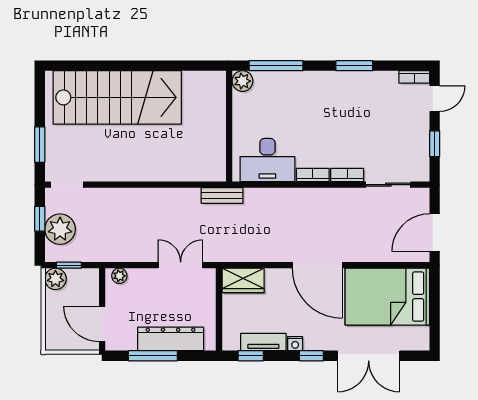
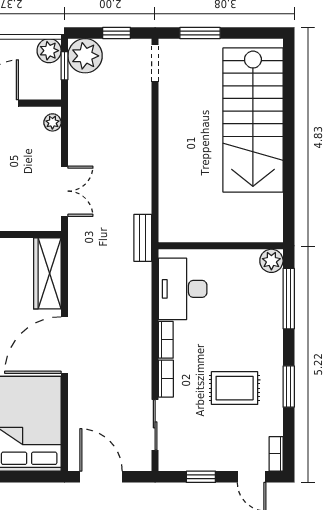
rug: (356, 114) -> (235, 388), added
plant: (60, 229) -> (85, 56), moved
wardrobe: (243, 280) -> (47, 273), width x1.50

